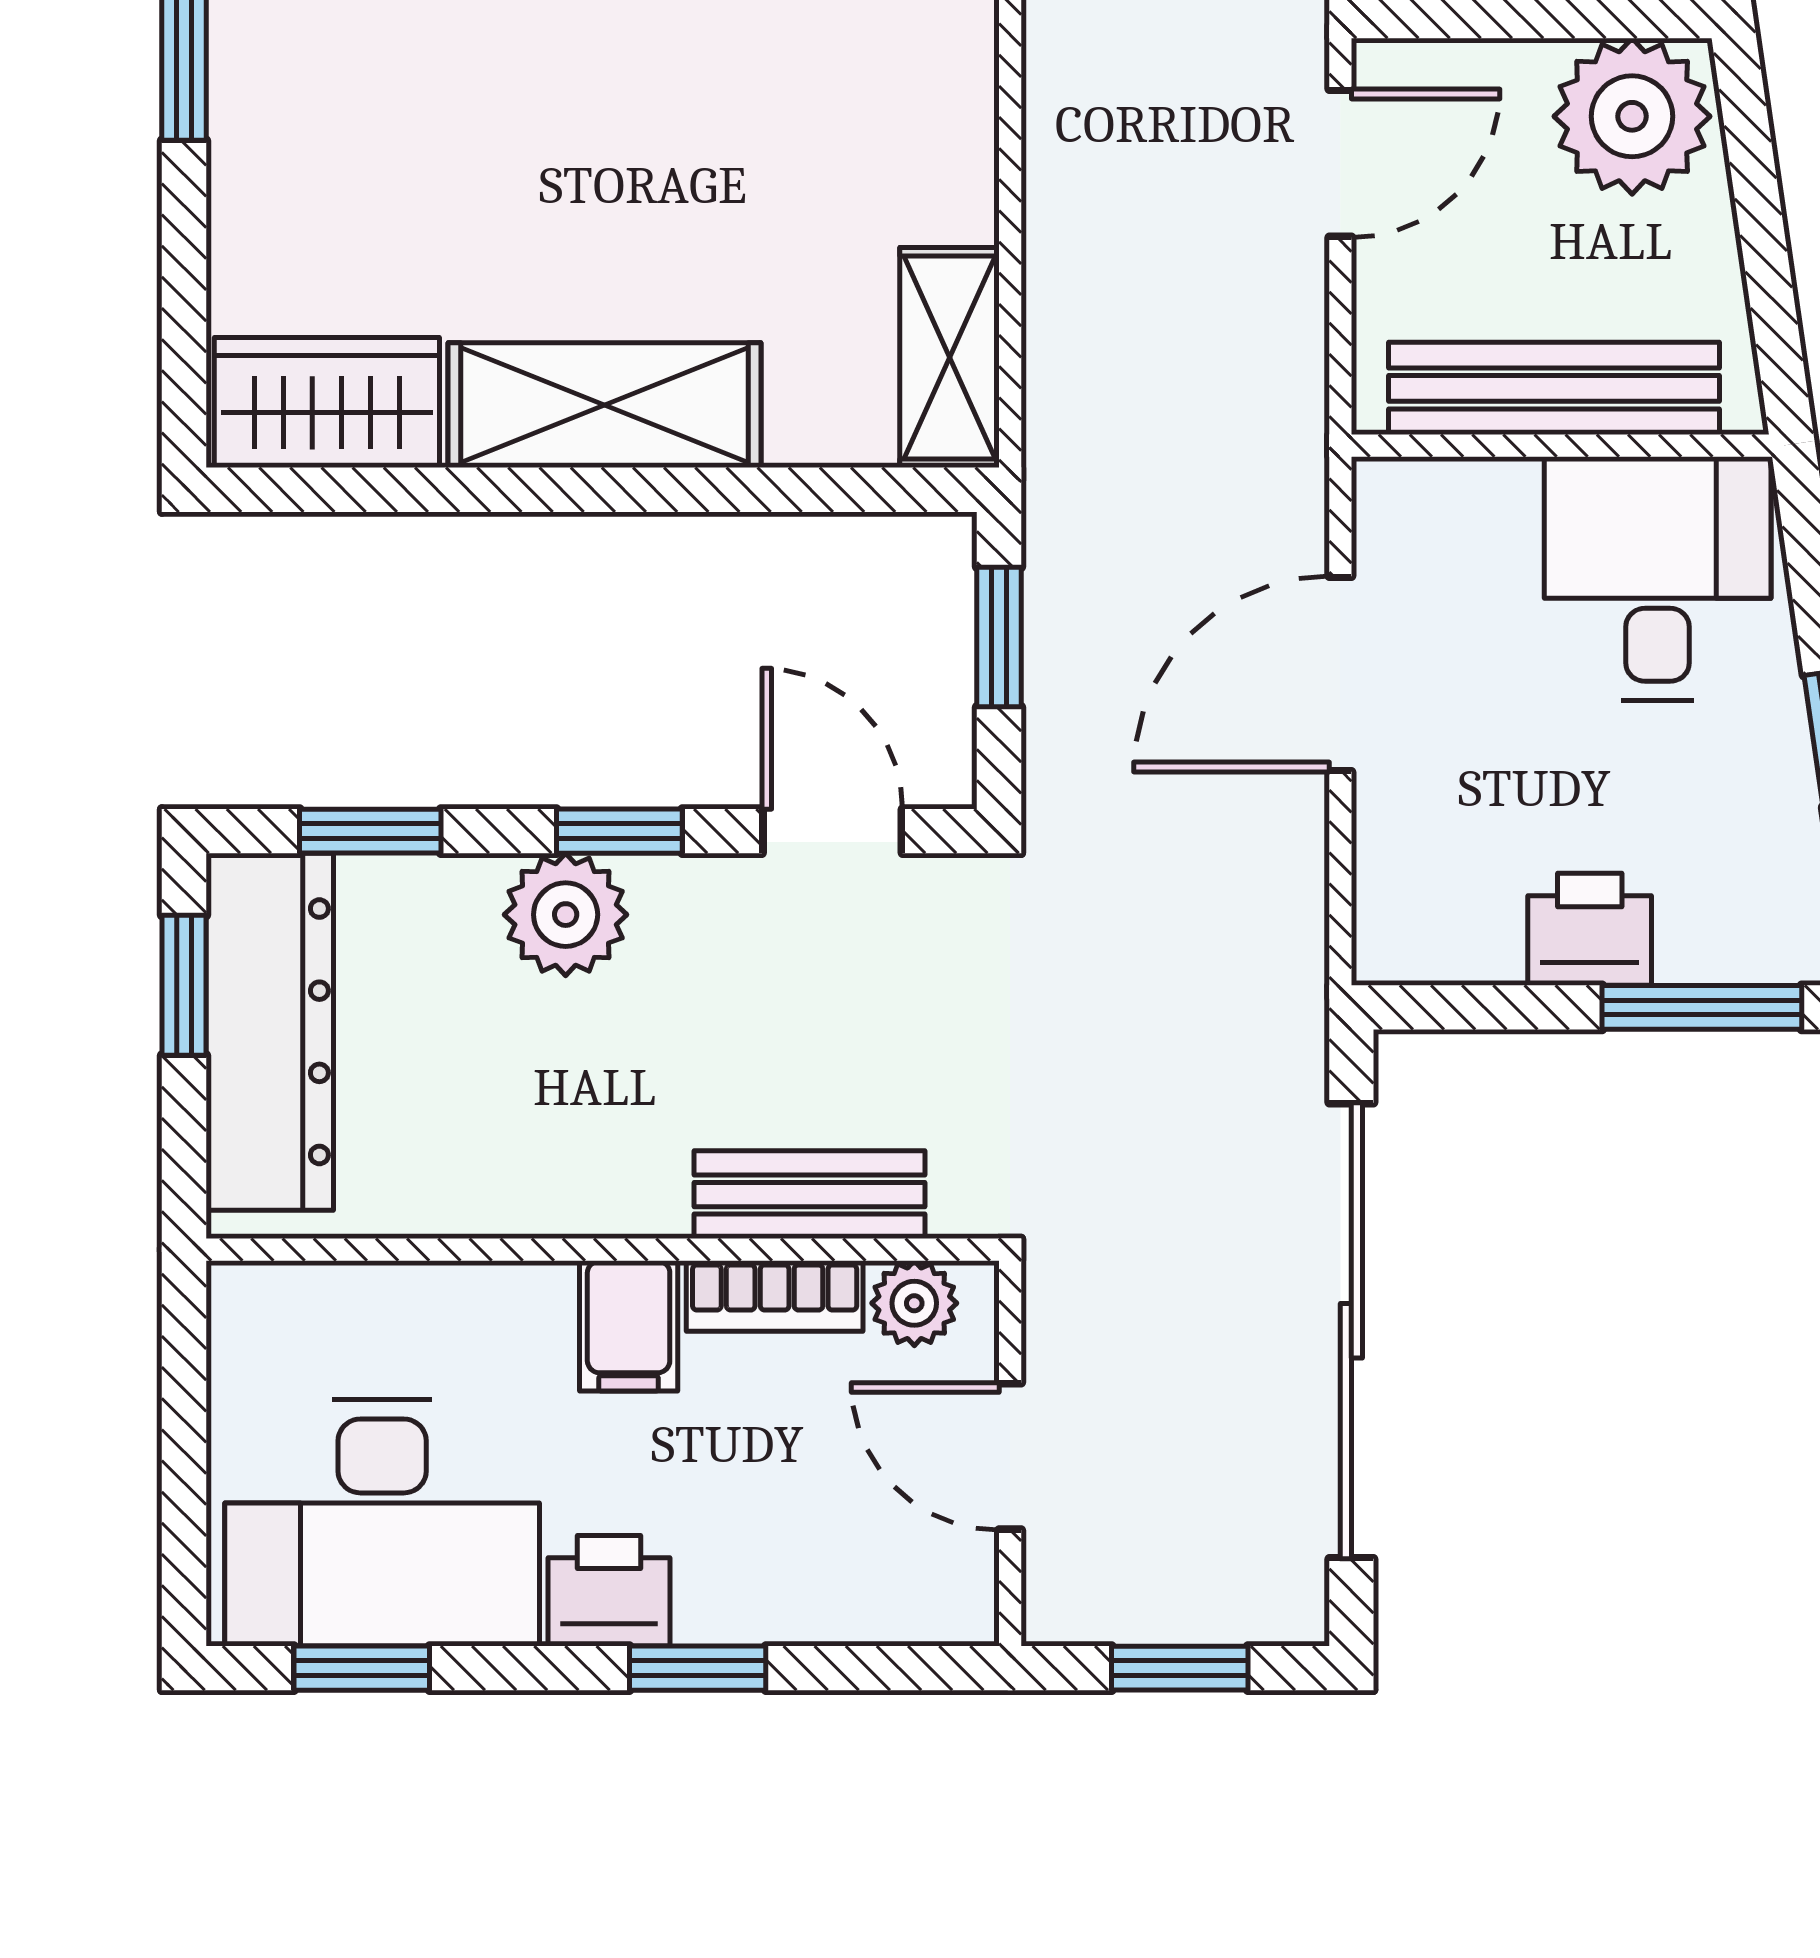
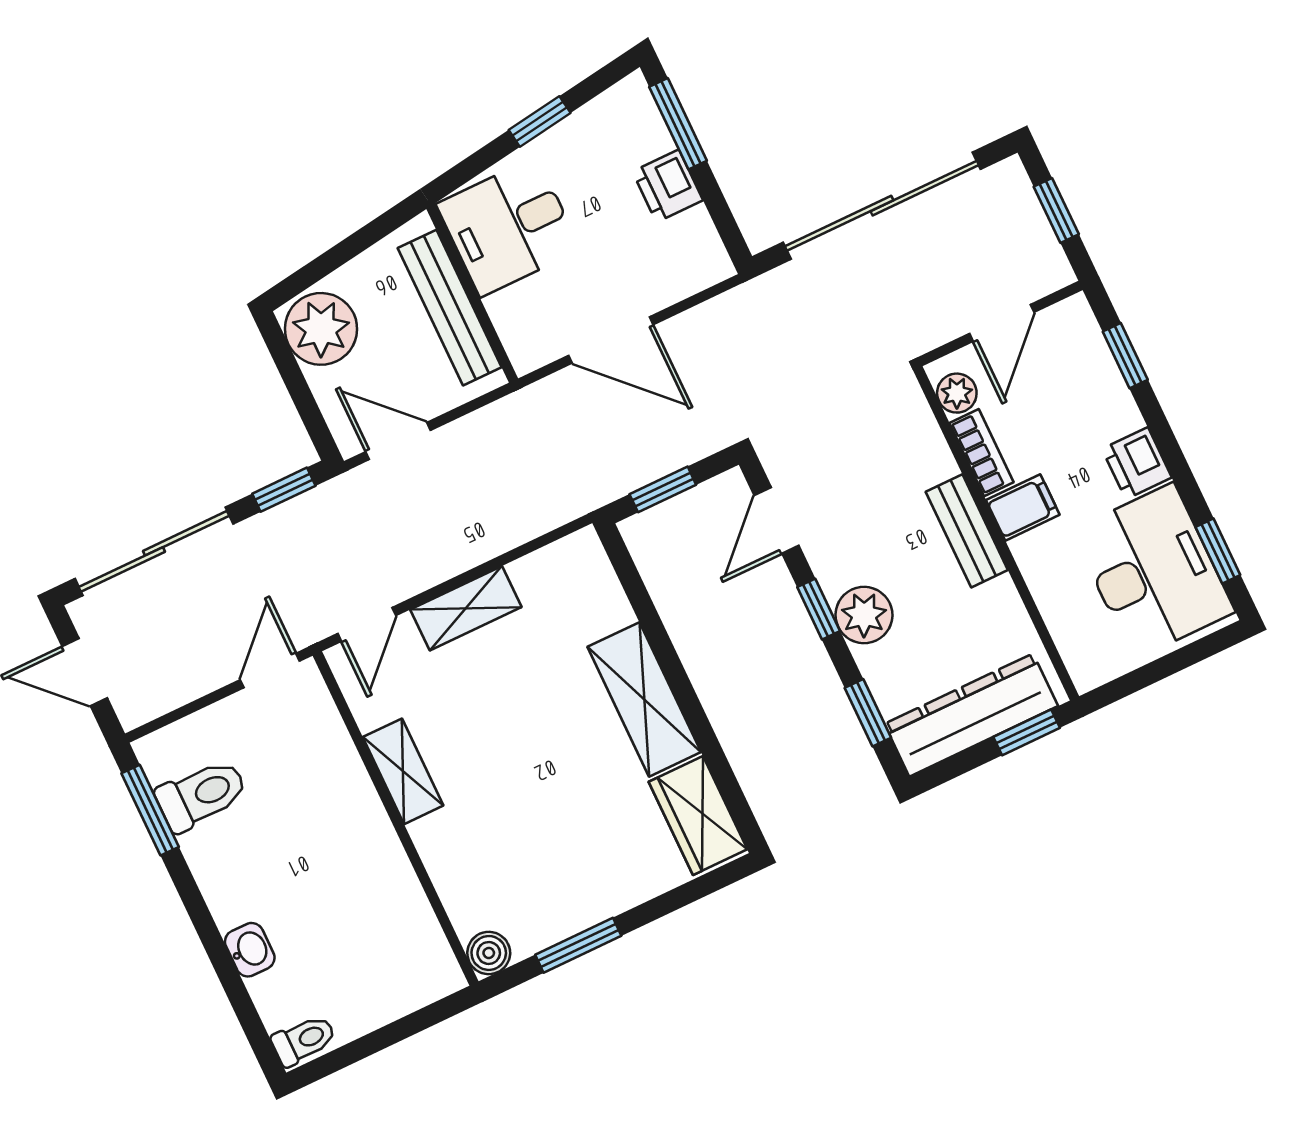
shelving: (949, 358) -> (466, 608), moved
window: (184, 985) -> (1027, 732), moved
bench: (809, 1195) -> (967, 531), moved
window: (698, 1668) -> (1125, 356), moved

